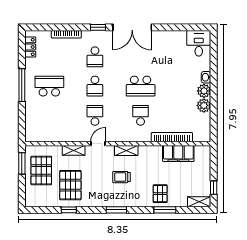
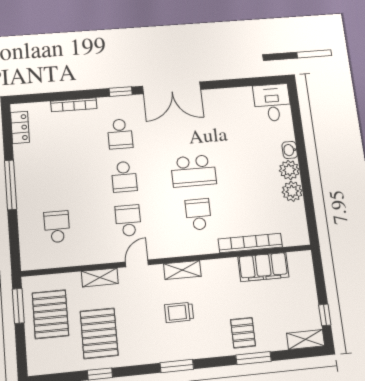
school desk: (49, 86) -> (57, 227), moved, width x0.54

